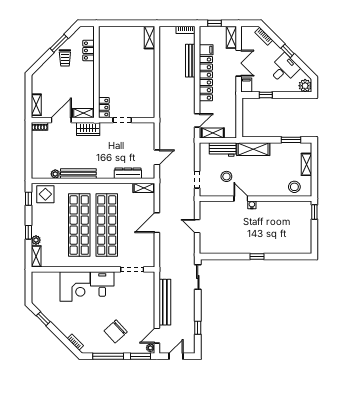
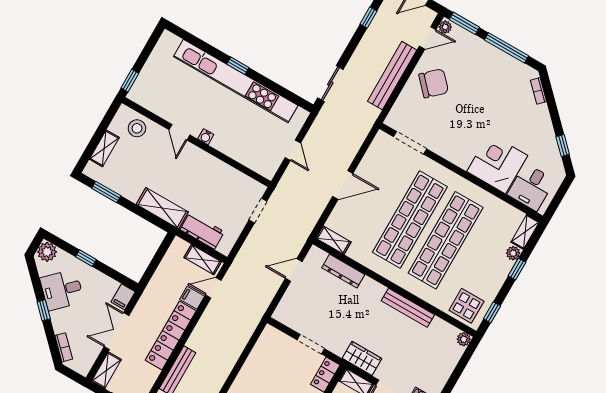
filing cabinet: (206, 50) -> (192, 298), moved
window: (266, 95) -> (86, 258), moved
plant: (55, 174) -> (464, 339), moved
stool: (226, 176) -> (218, 193), removed
door: (241, 199) -> (179, 132), moved
kitchen unit: (253, 247) -> (236, 81), added
desk: (102, 284) -> (531, 187), moved
chair: (116, 331) -> (434, 83), moved

